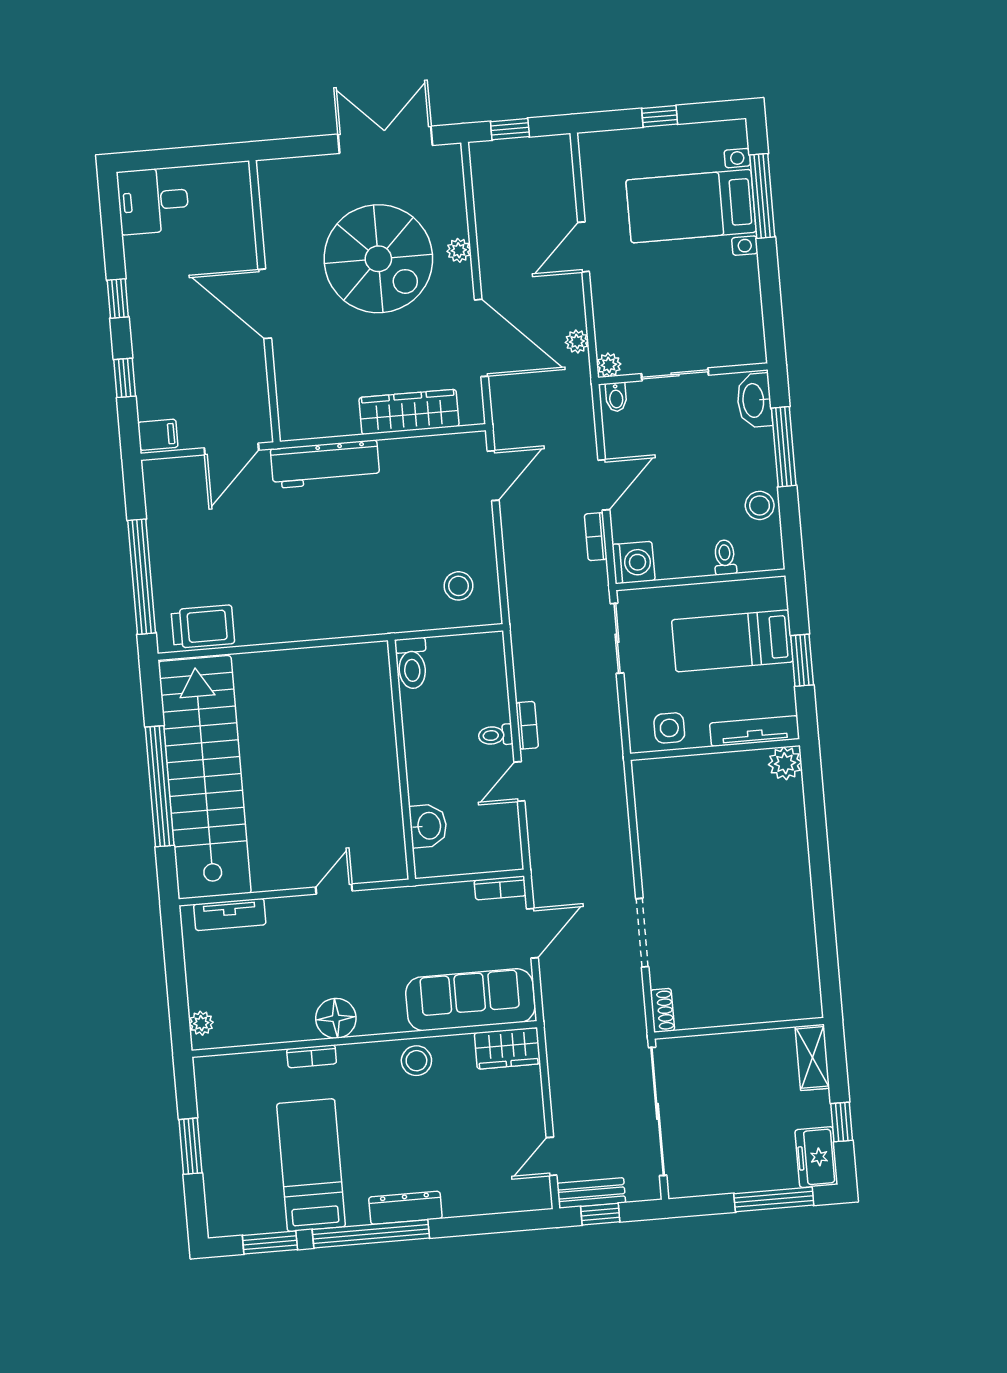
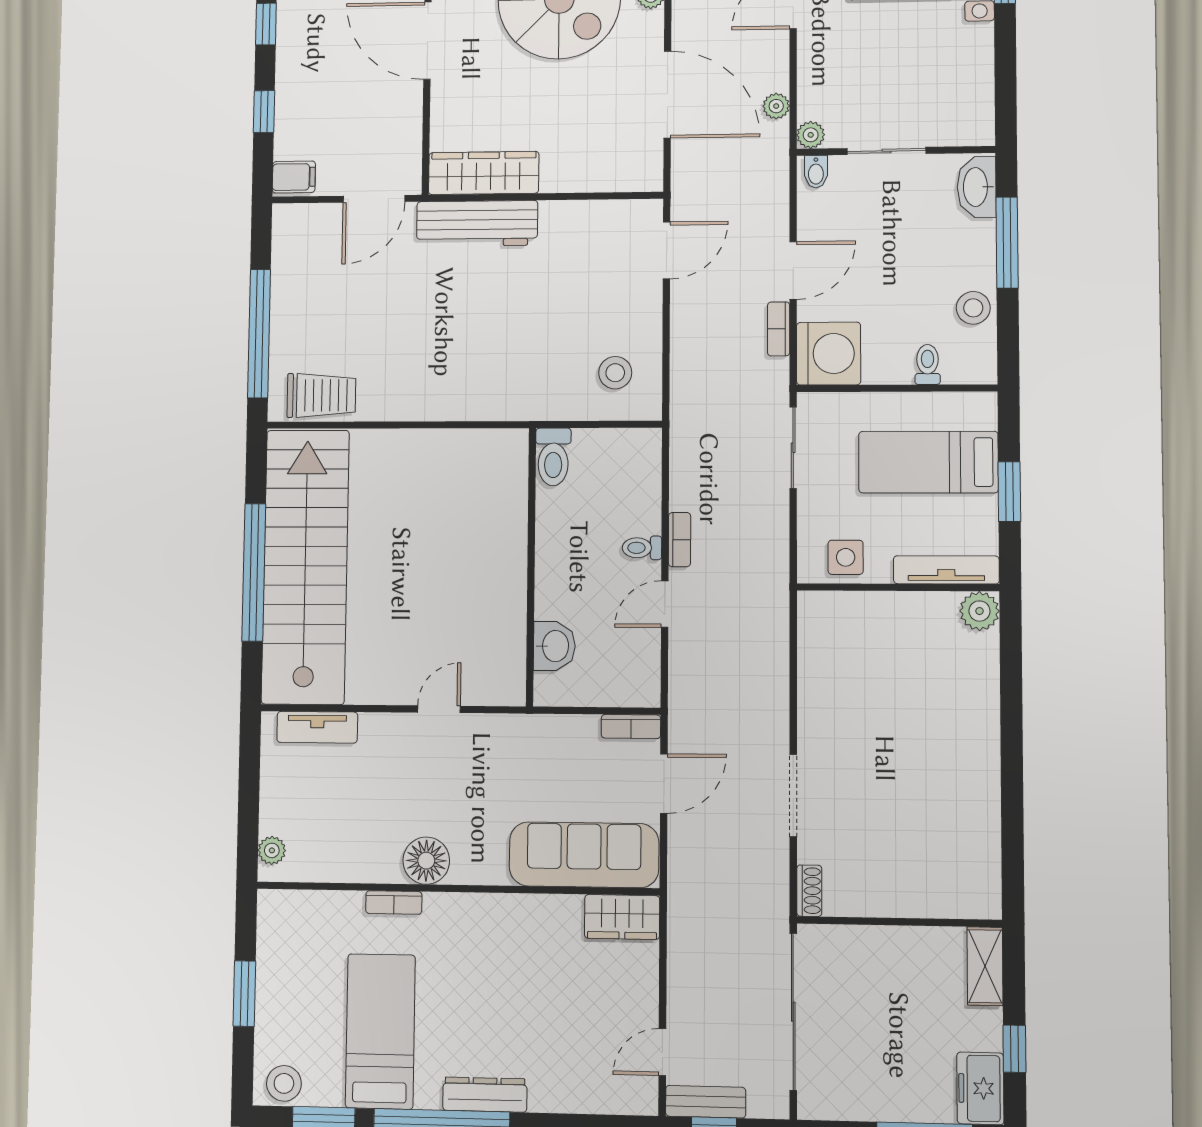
wardrobe: (409, 412) -> (484, 173), moved
washing machine: (634, 563) -> (829, 354), width x1.37, depth x1.37
stool: (416, 1061) -> (284, 1083), moved

